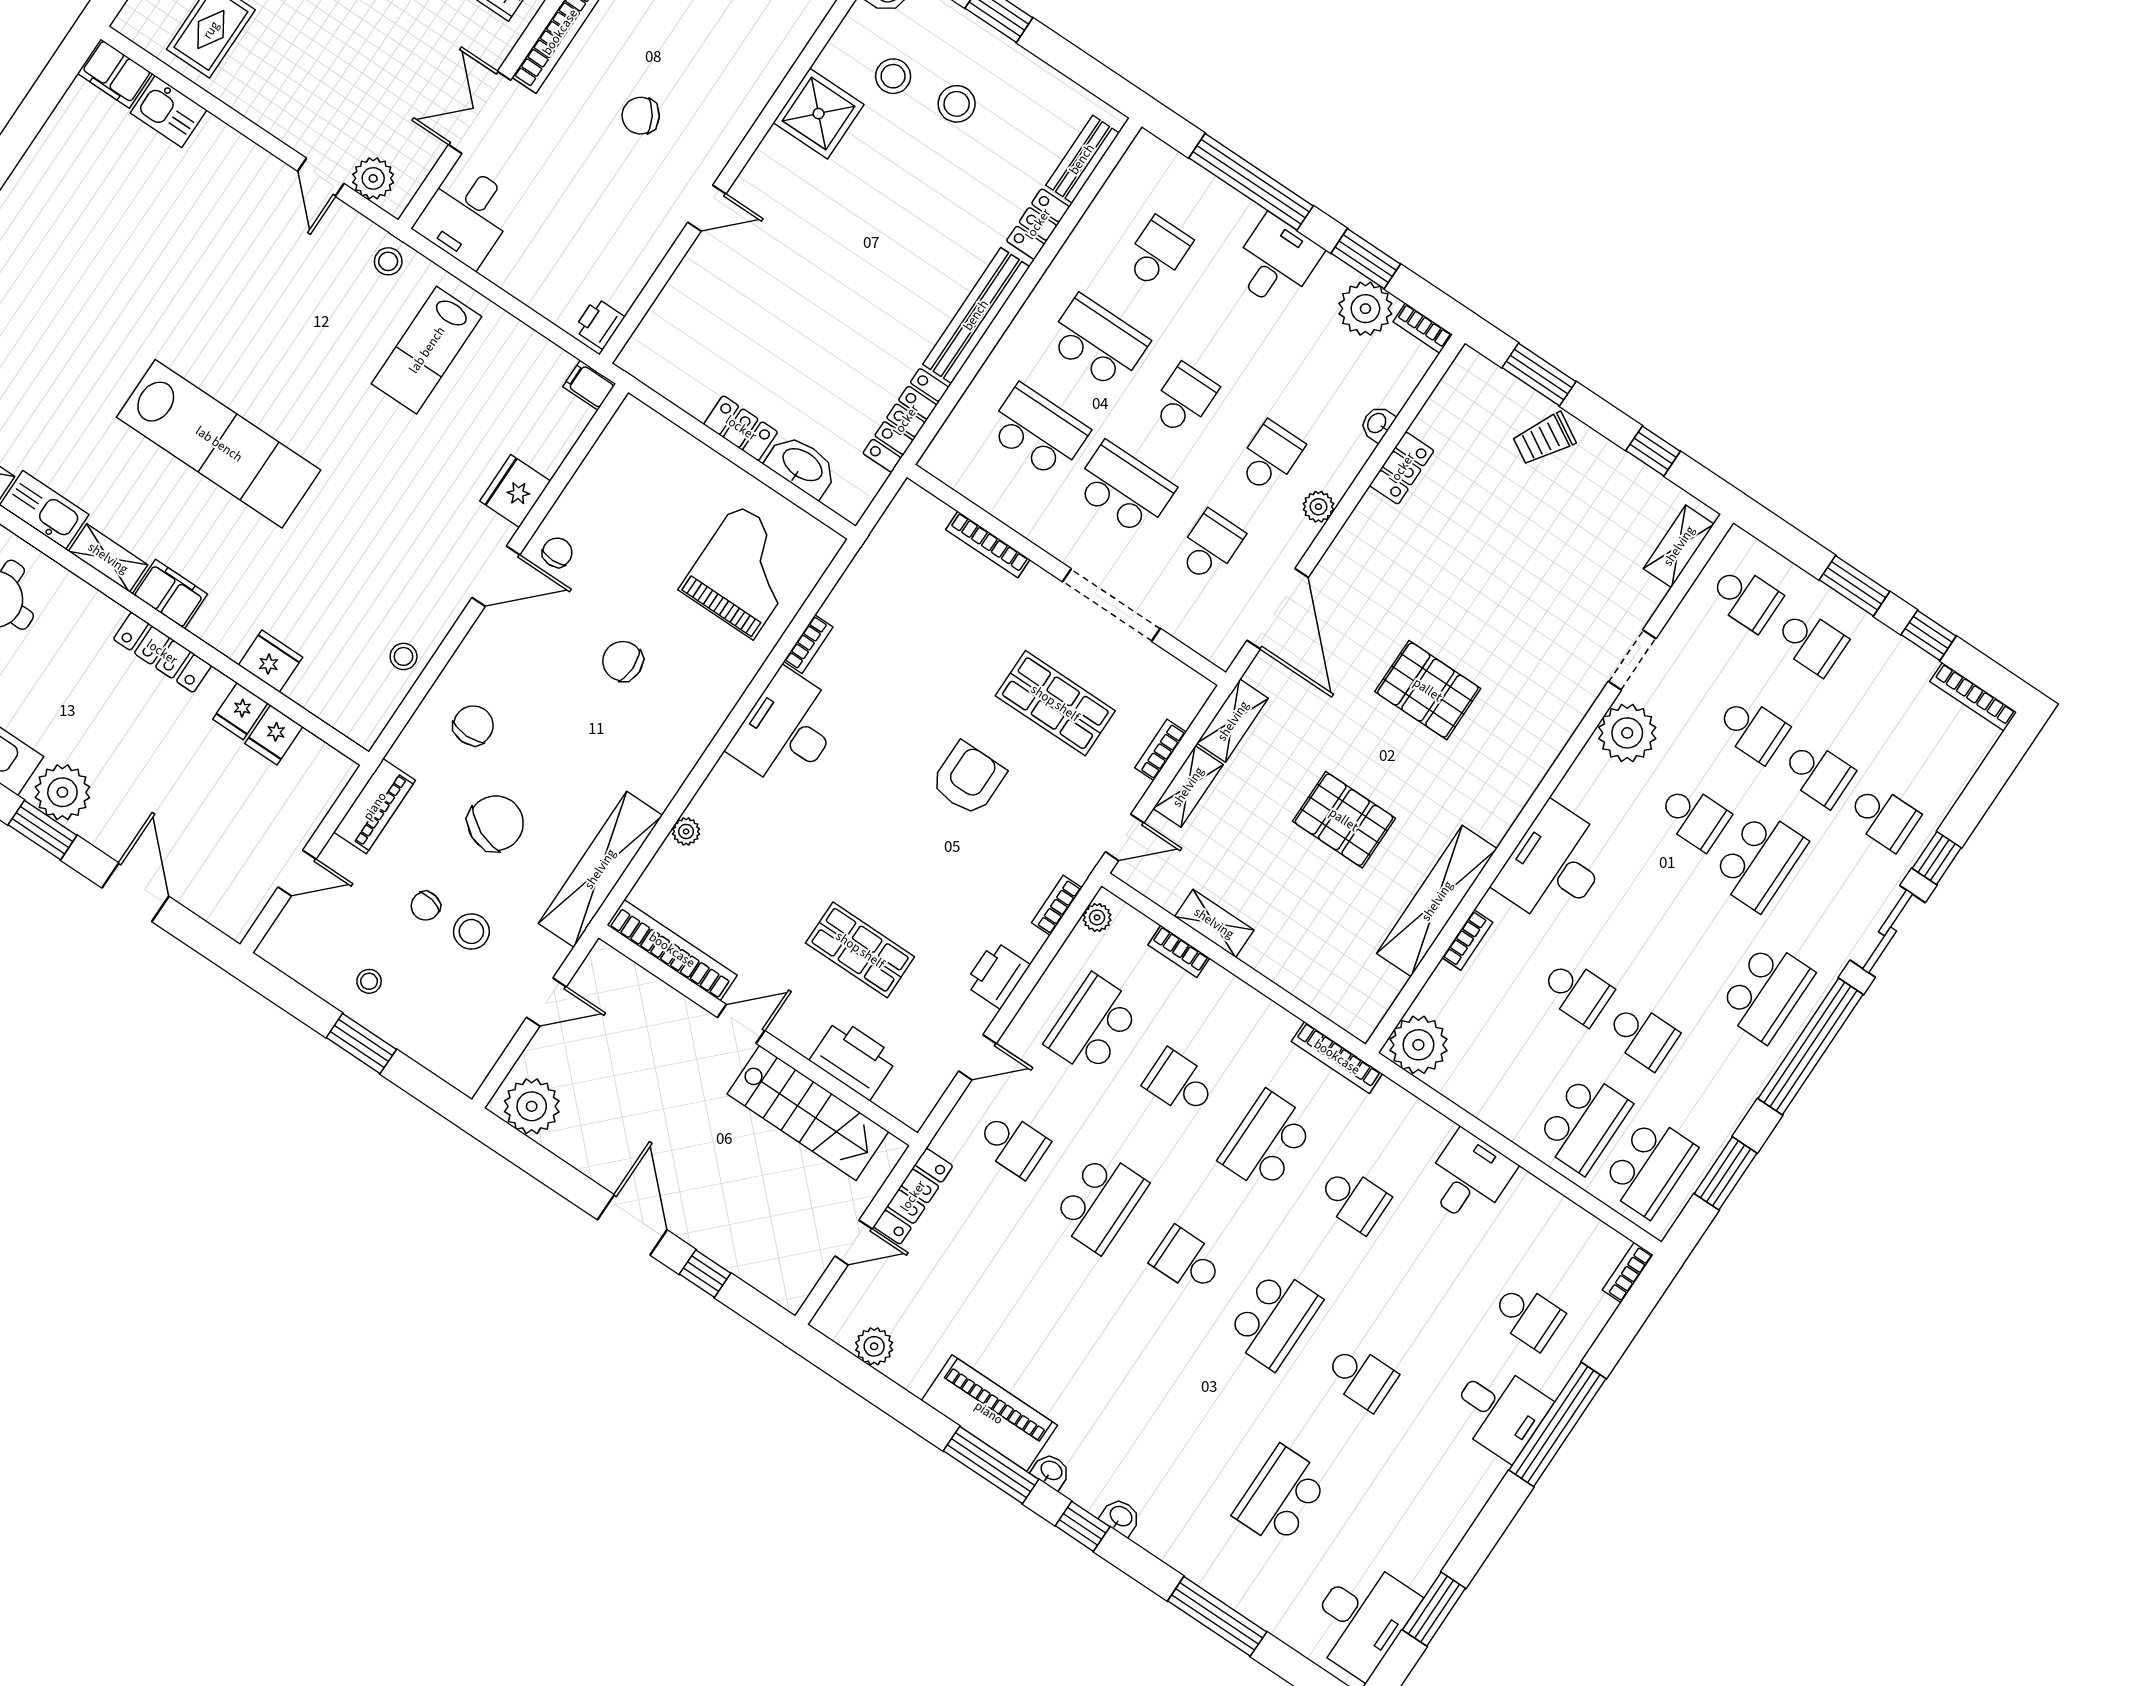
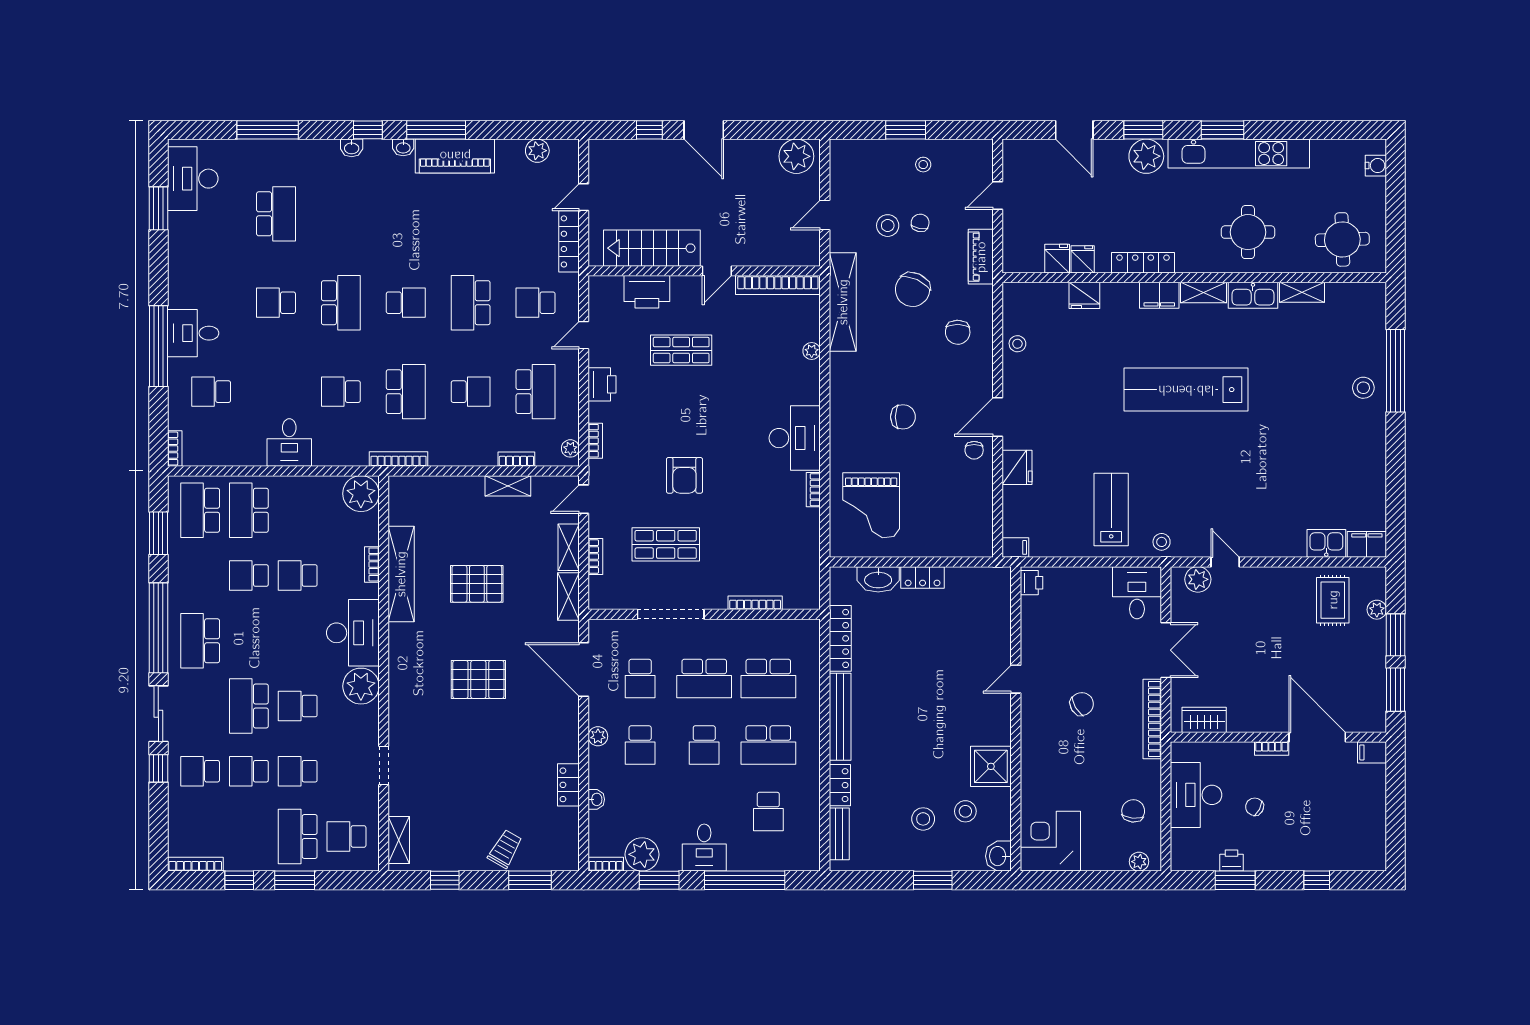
school desk: (1811, 642) -> (298, 836), width x1.85
plant: (1627, 733) -> (361, 686), moved
school desk: (1274, 1319) -> (341, 303), turned 180

